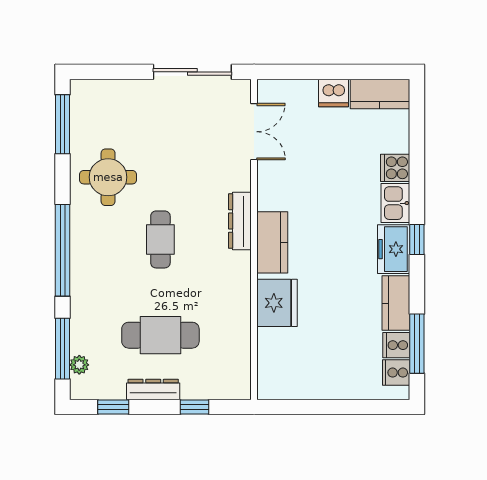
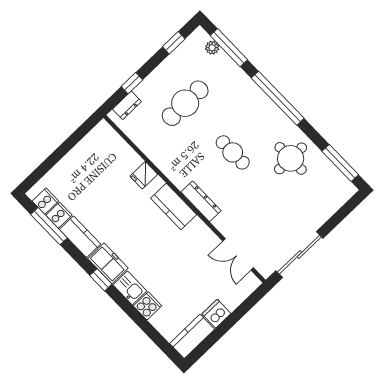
fridge: (277, 303) -> (144, 175), width x0.53, depth x0.75
dresser: (153, 389) -> (127, 105), moved, width x0.70

